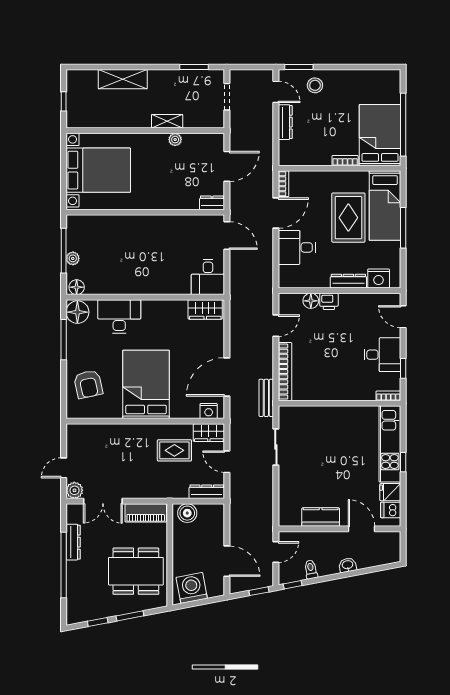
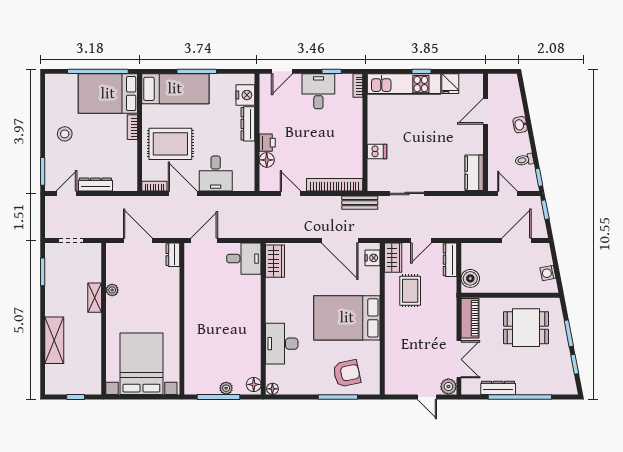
stool: (315, 85) -> (65, 134), moved
rug: (348, 218) -> (170, 144), moved
floor lamp: (77, 312) -> (272, 389), width x0.53, depth x0.53
window: (64, 340) -> (338, 397), moved
dishwasher: (391, 510) -> (377, 151), moved, turned -90
kitchen counter: (321, 517) -> (474, 173), moved
dining table: (136, 571) -> (526, 328), width x0.73
washing machine: (192, 588) -> (548, 273), width x0.53, depth x0.53

